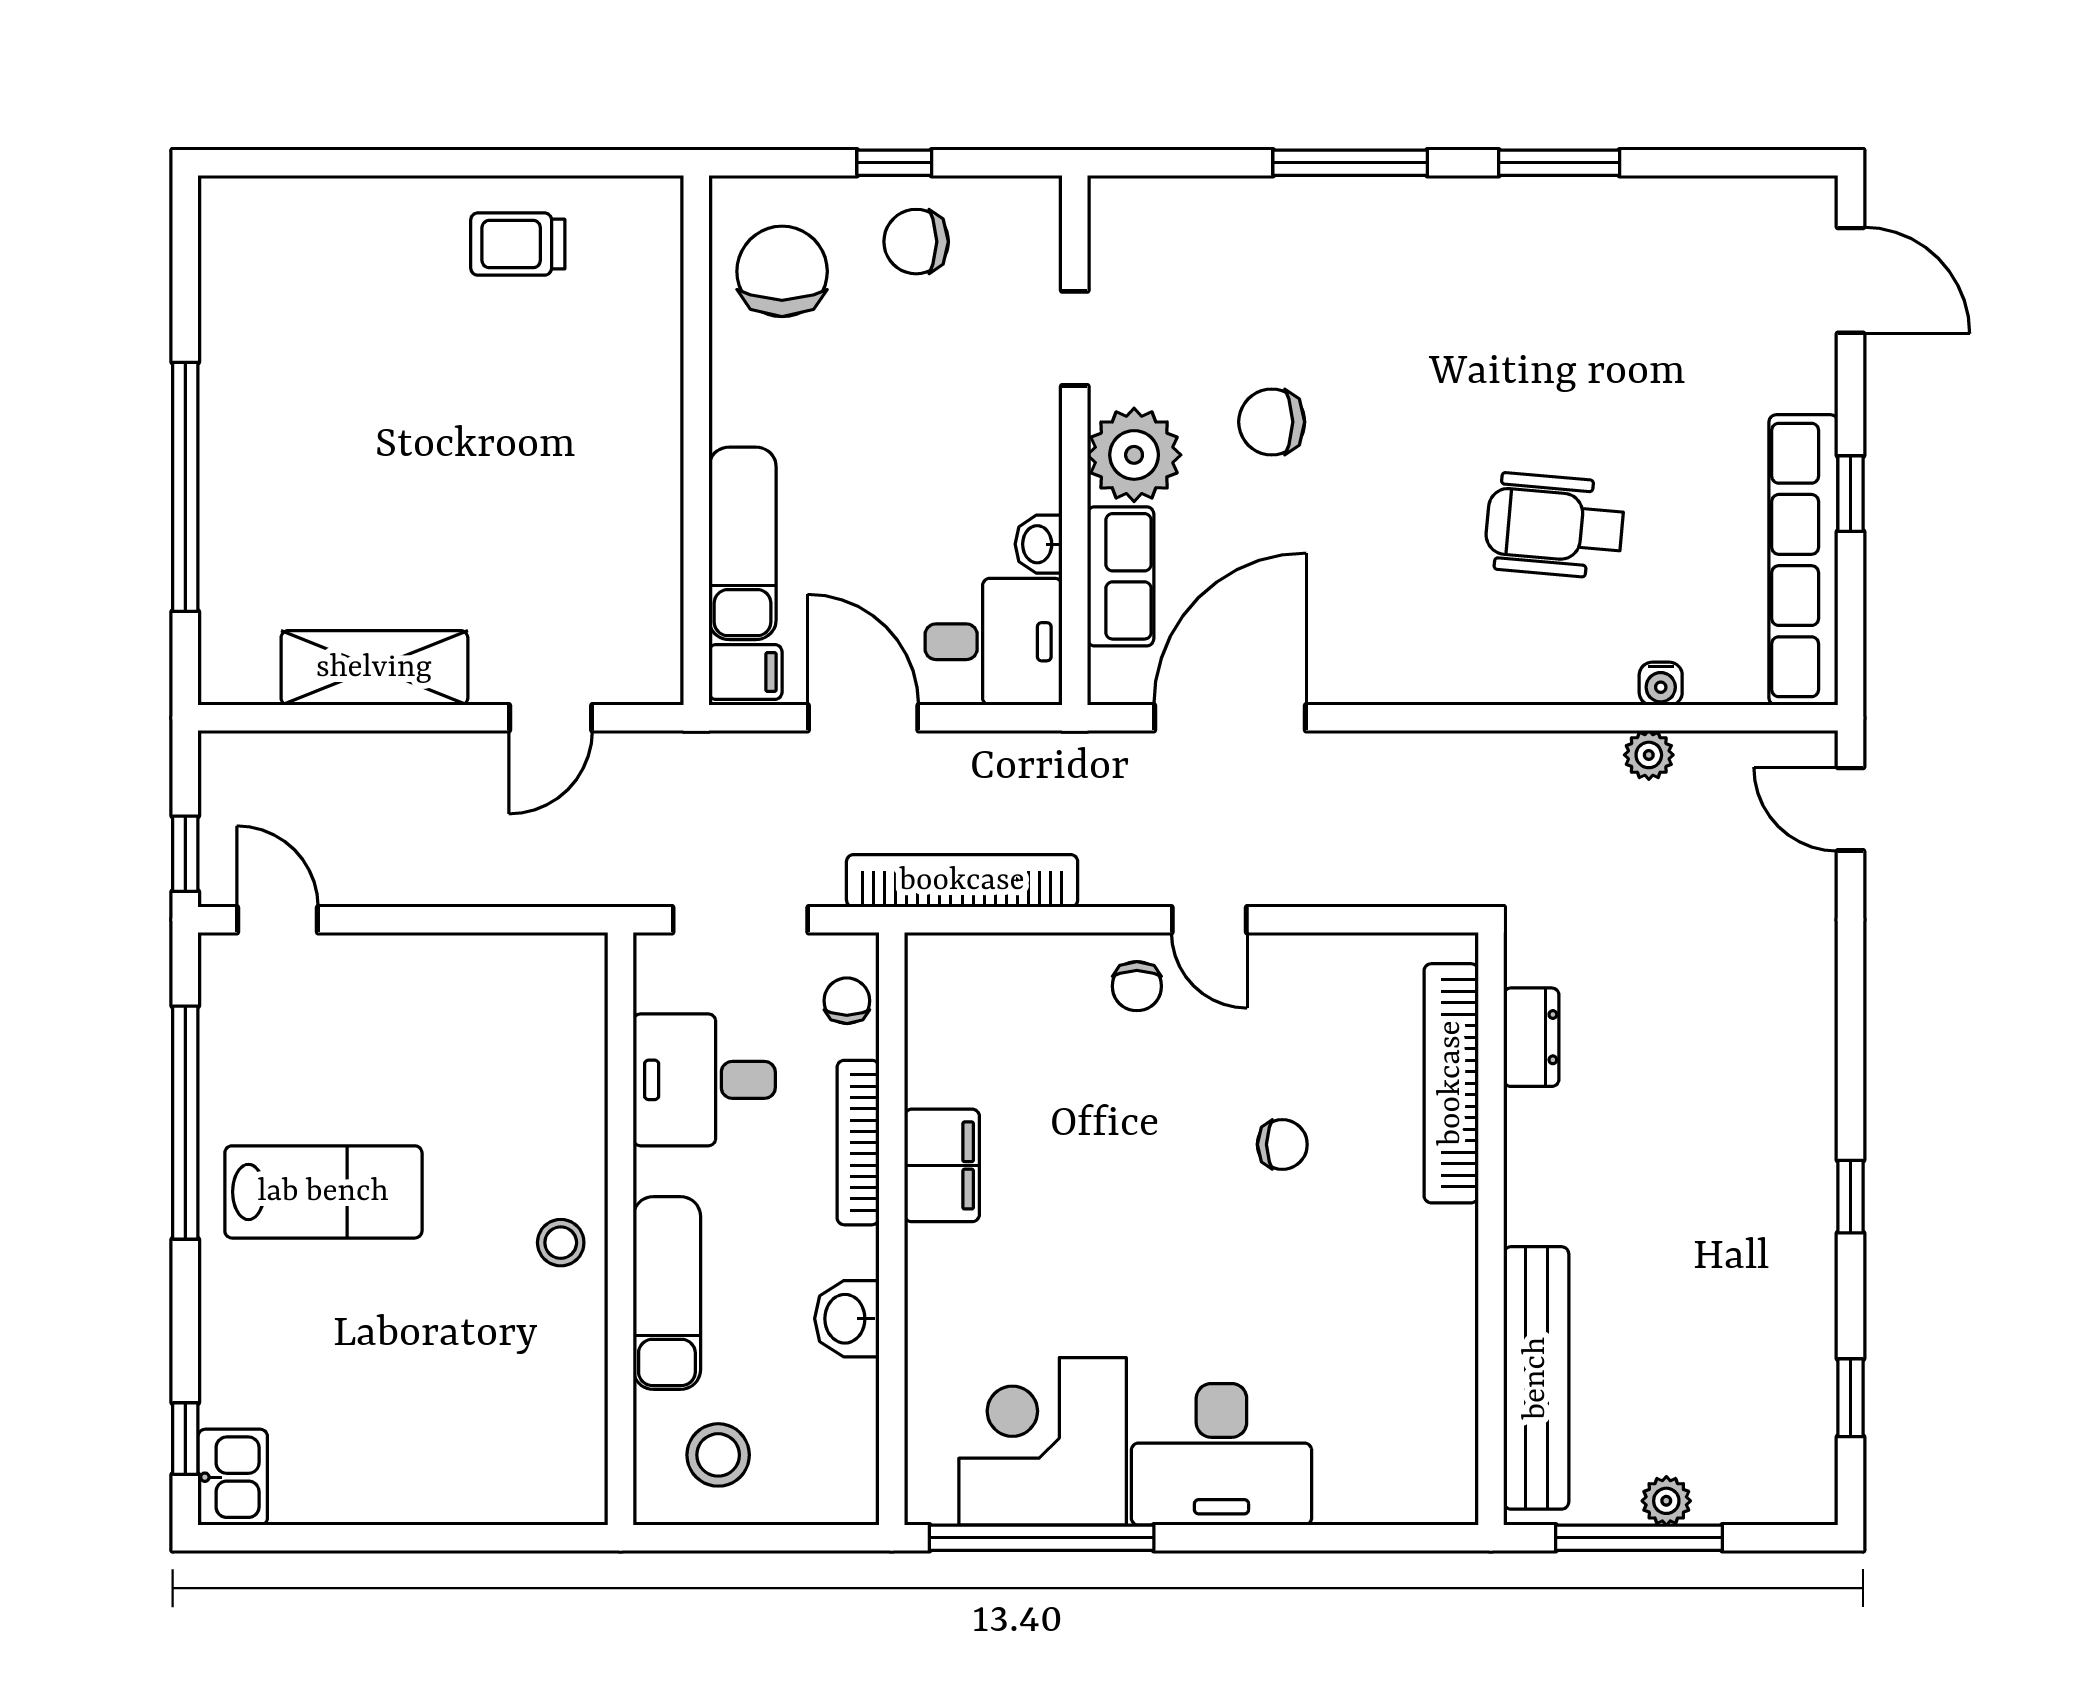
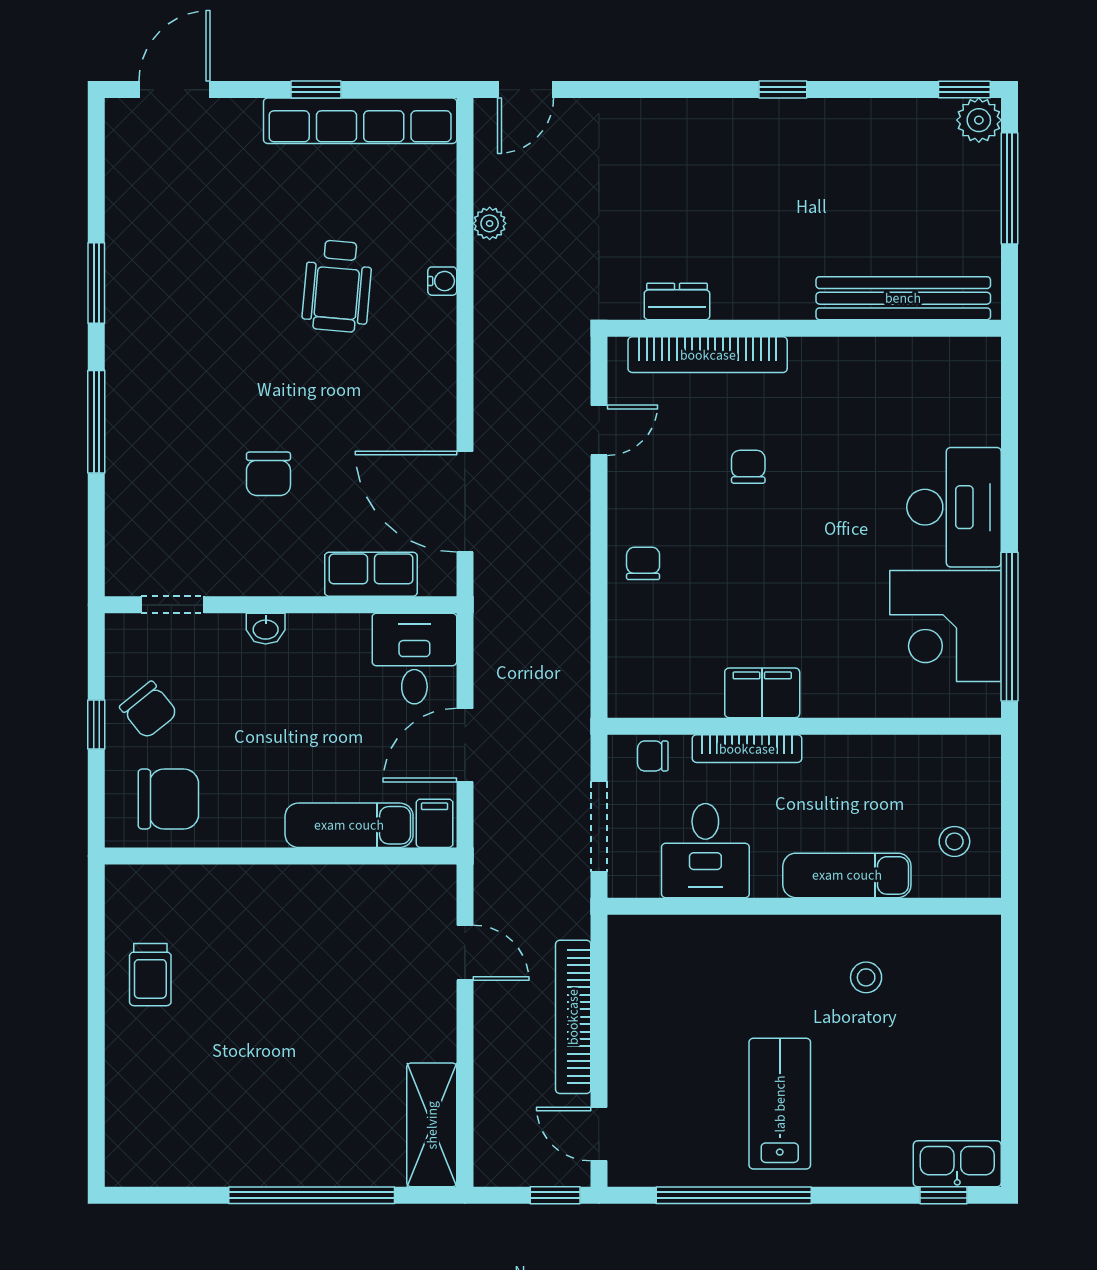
chair: (916, 242) -> (149, 710), turned -39
chair: (782, 271) -> (168, 799), turned 180
doorway: (1075, 338) -> (172, 605), moved
plant: (1134, 455) -> (290, 565), removed
washbasin: (1039, 544) -> (266, 629), moved
shelving: (374, 668) -> (432, 1125), moved
water cooler: (1661, 684) -> (442, 281), moved
bookcase: (962, 881) -> (573, 1017), moved
door: (278, 920) -> (599, 1134), hinge flipped
door: (1209, 920) -> (599, 430), moved
chair: (1137, 986) -> (643, 563), turned -90
stool: (561, 1243) -> (866, 977), moved
washbasin: (847, 1319) -> (864, 756), removed
window: (1850, 1398) -> (964, 90), moved
stool: (718, 1455) -> (954, 841), width x0.73, depth x0.73
kitchen sink: (233, 1477) -> (957, 1164), width x1.38
plant: (1666, 1501) -> (979, 120), moved, width x1.38, depth x1.38
window: (1639, 1538) -> (1009, 188), moved

